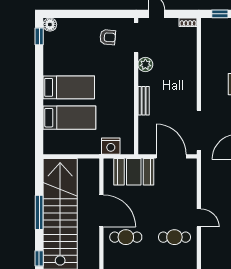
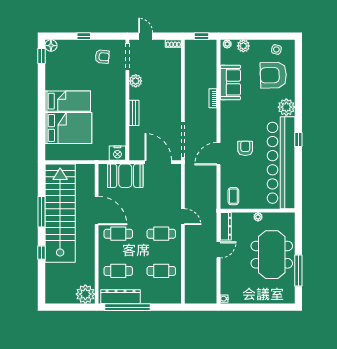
window: (87, 14) -> (84, 36), added
bed: (69, 118) -> (68, 128), width x1.50
nightstand: (111, 146) -> (117, 153), moved

